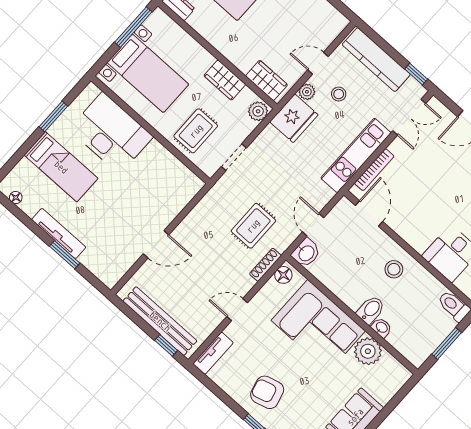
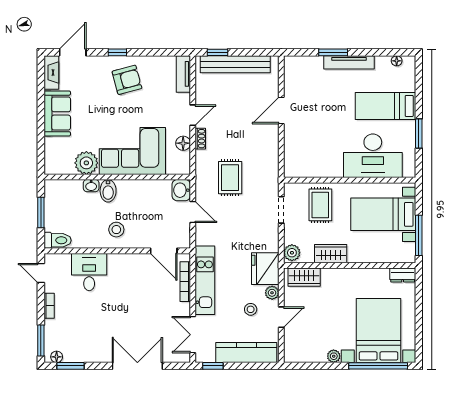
shoe rack: (265, 265) -> (200, 139), moved, width x0.70
floor lamp: (283, 275) -> (183, 143), moved

